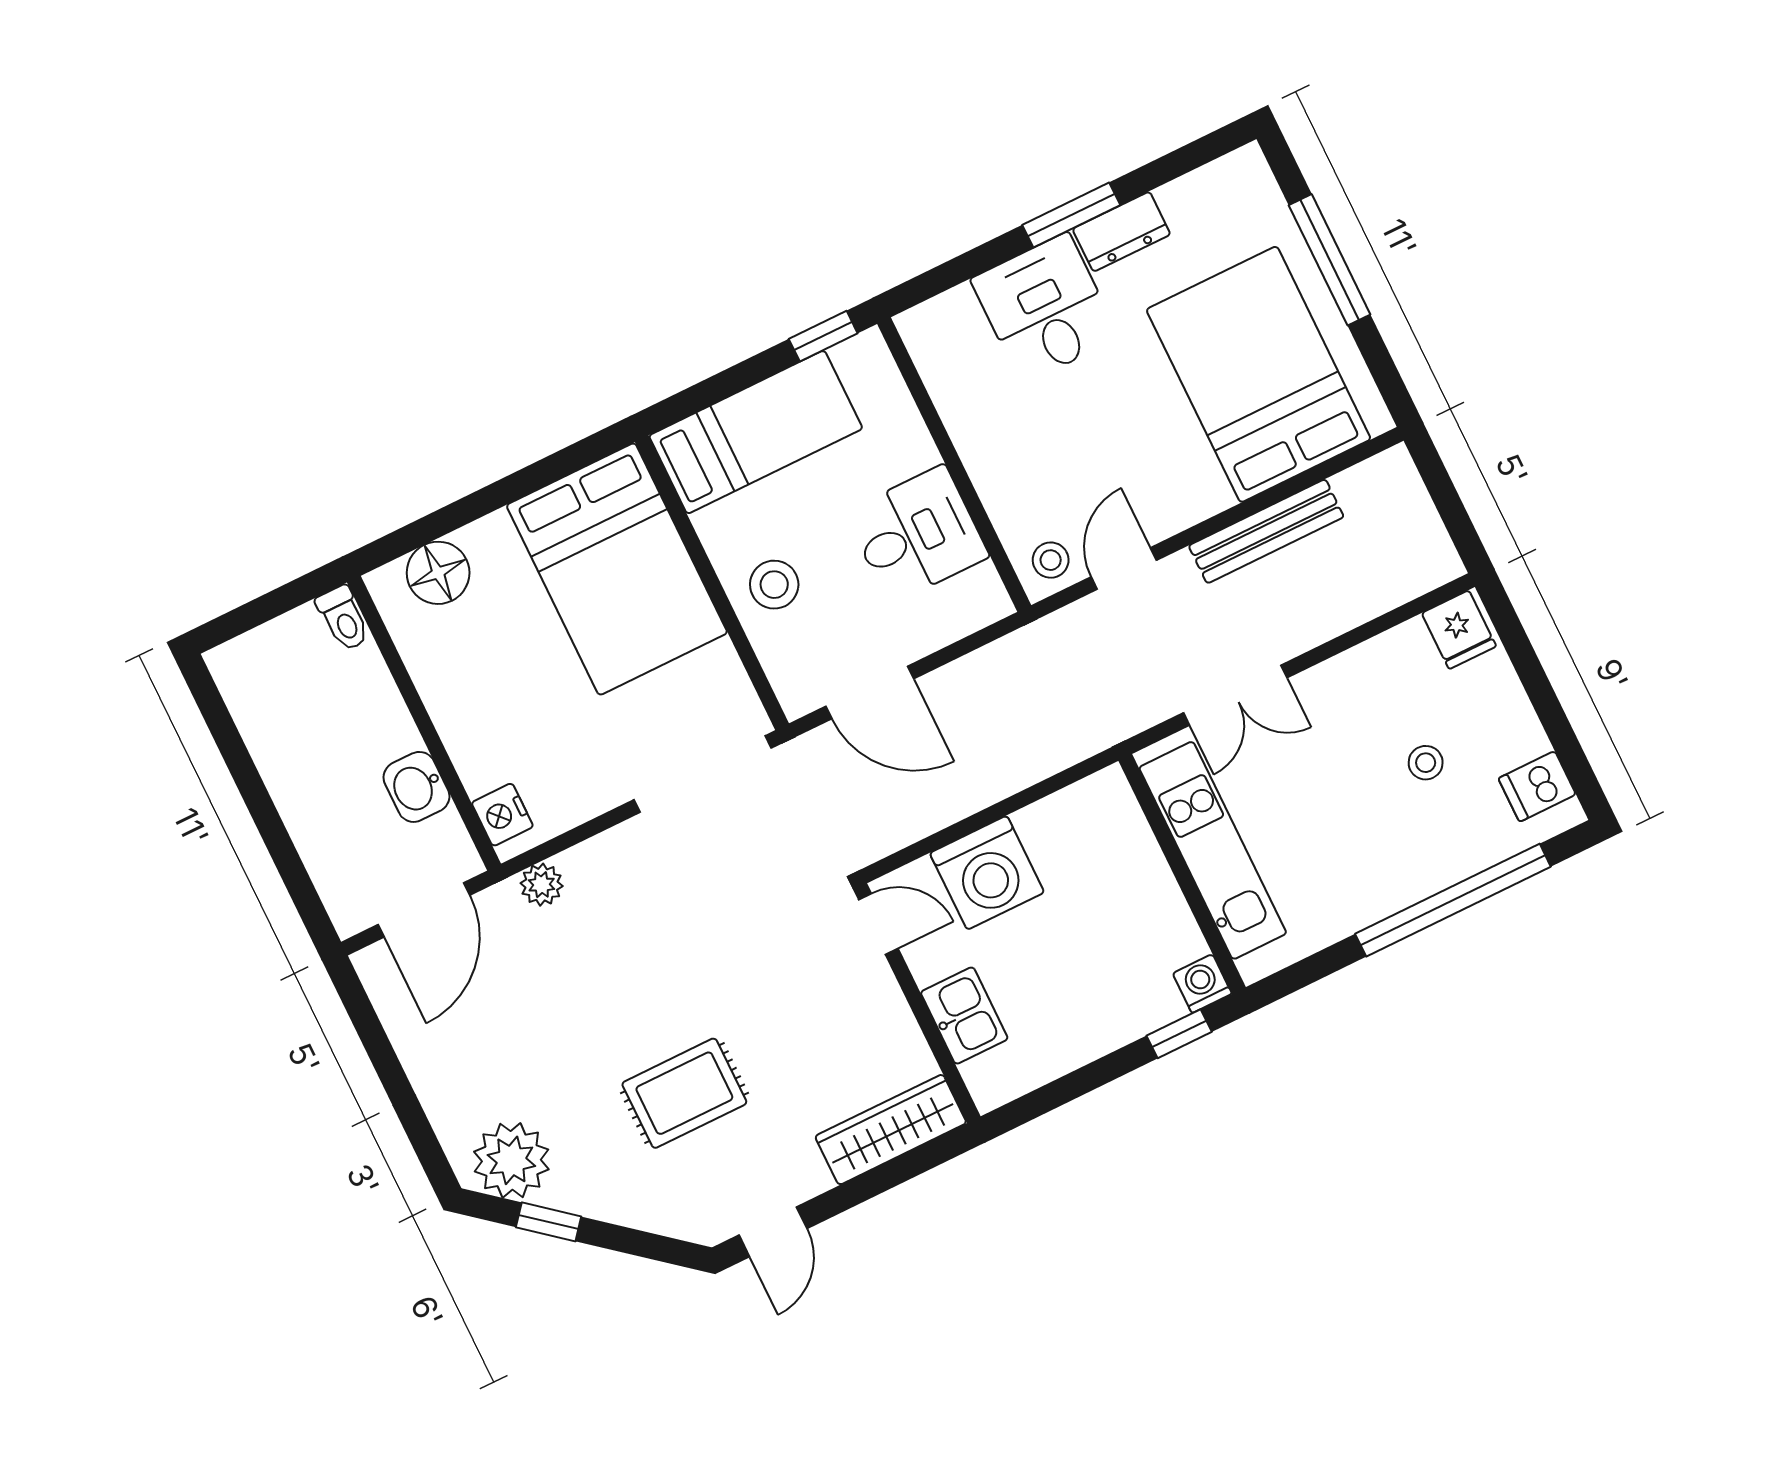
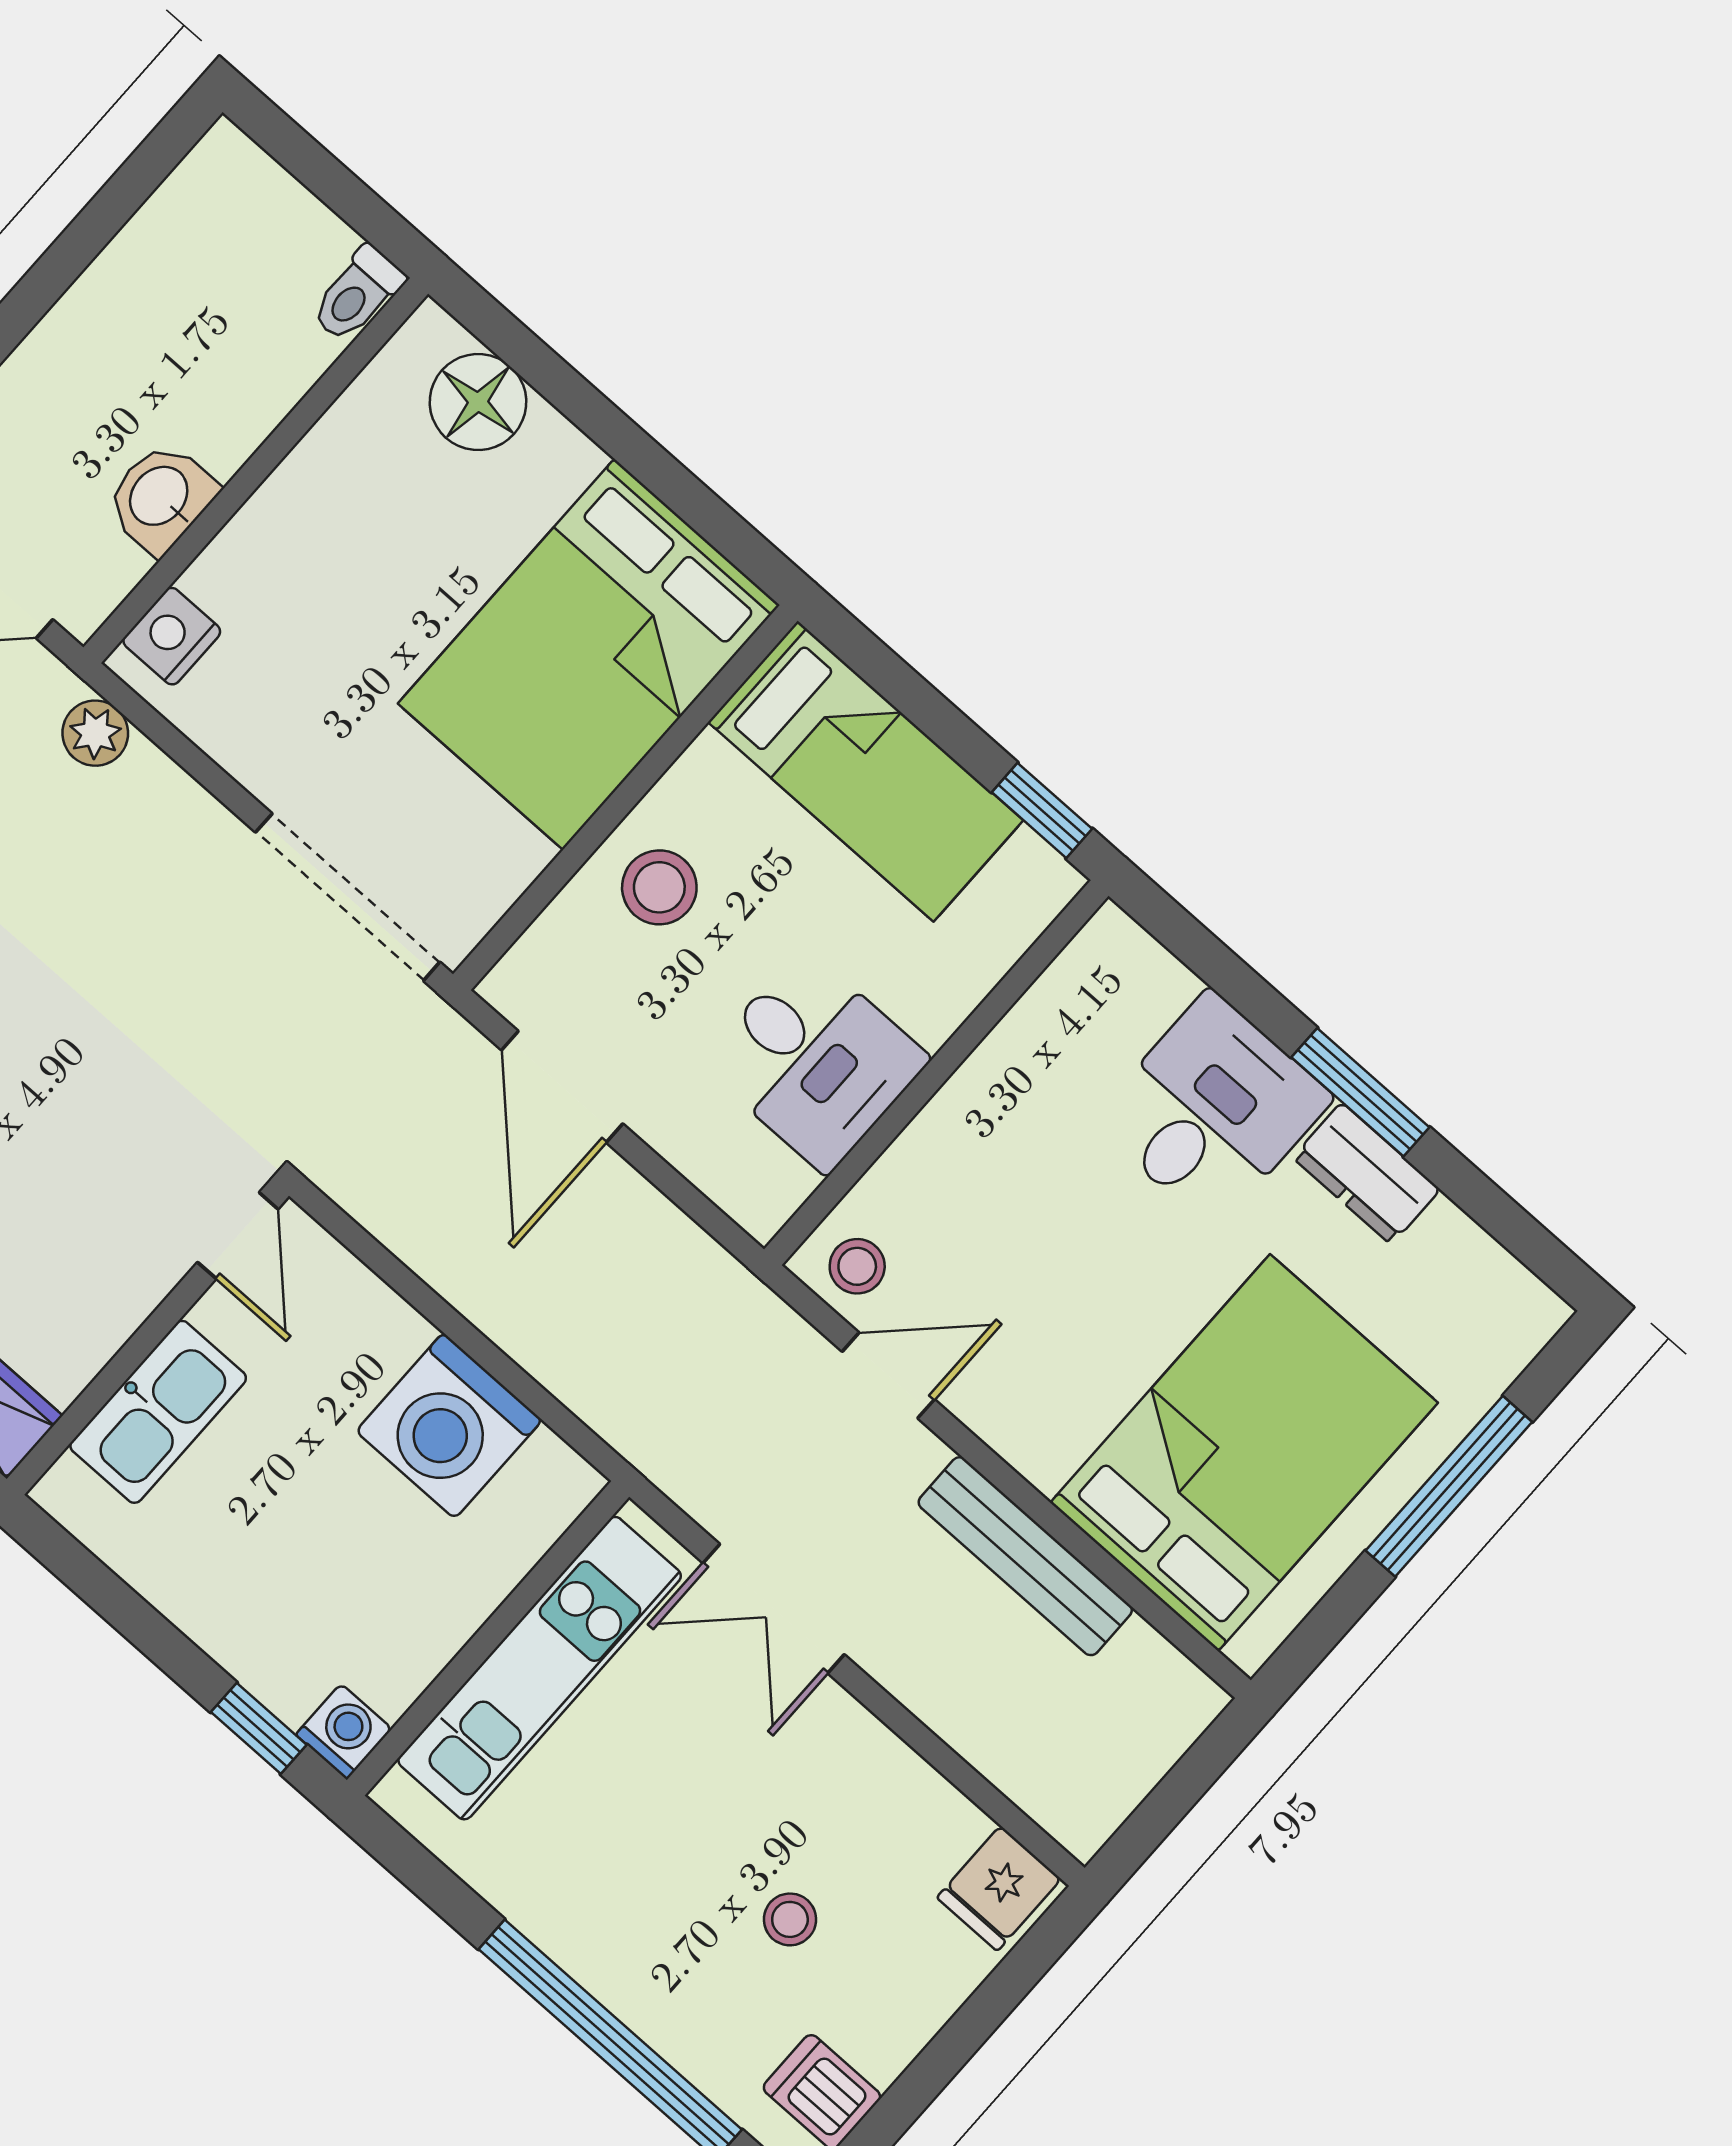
washing machine: (987, 873) -> (449, 1426), moved
kitchen sink: (964, 1016) -> (158, 1412), width x1.38

